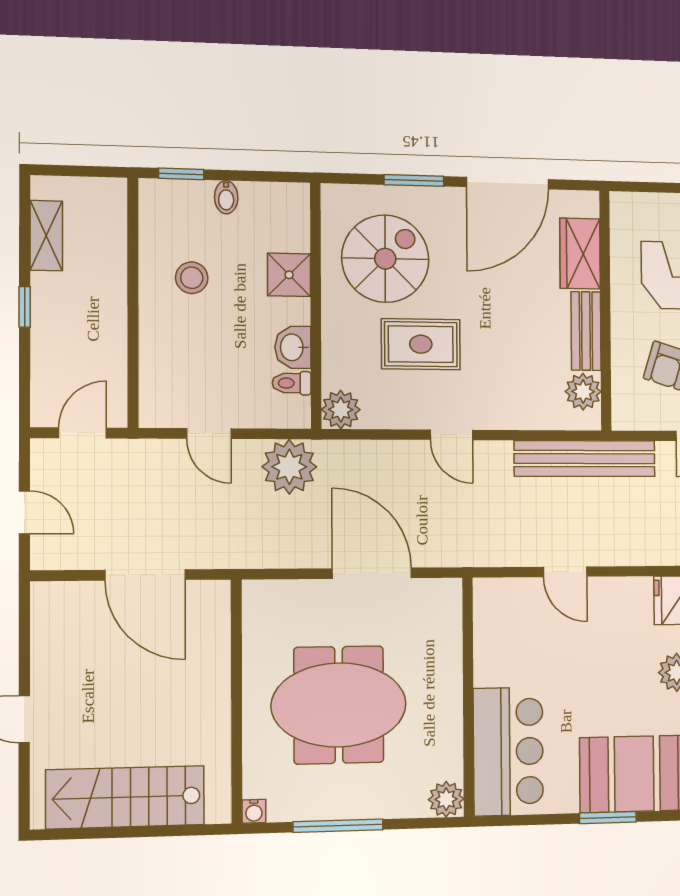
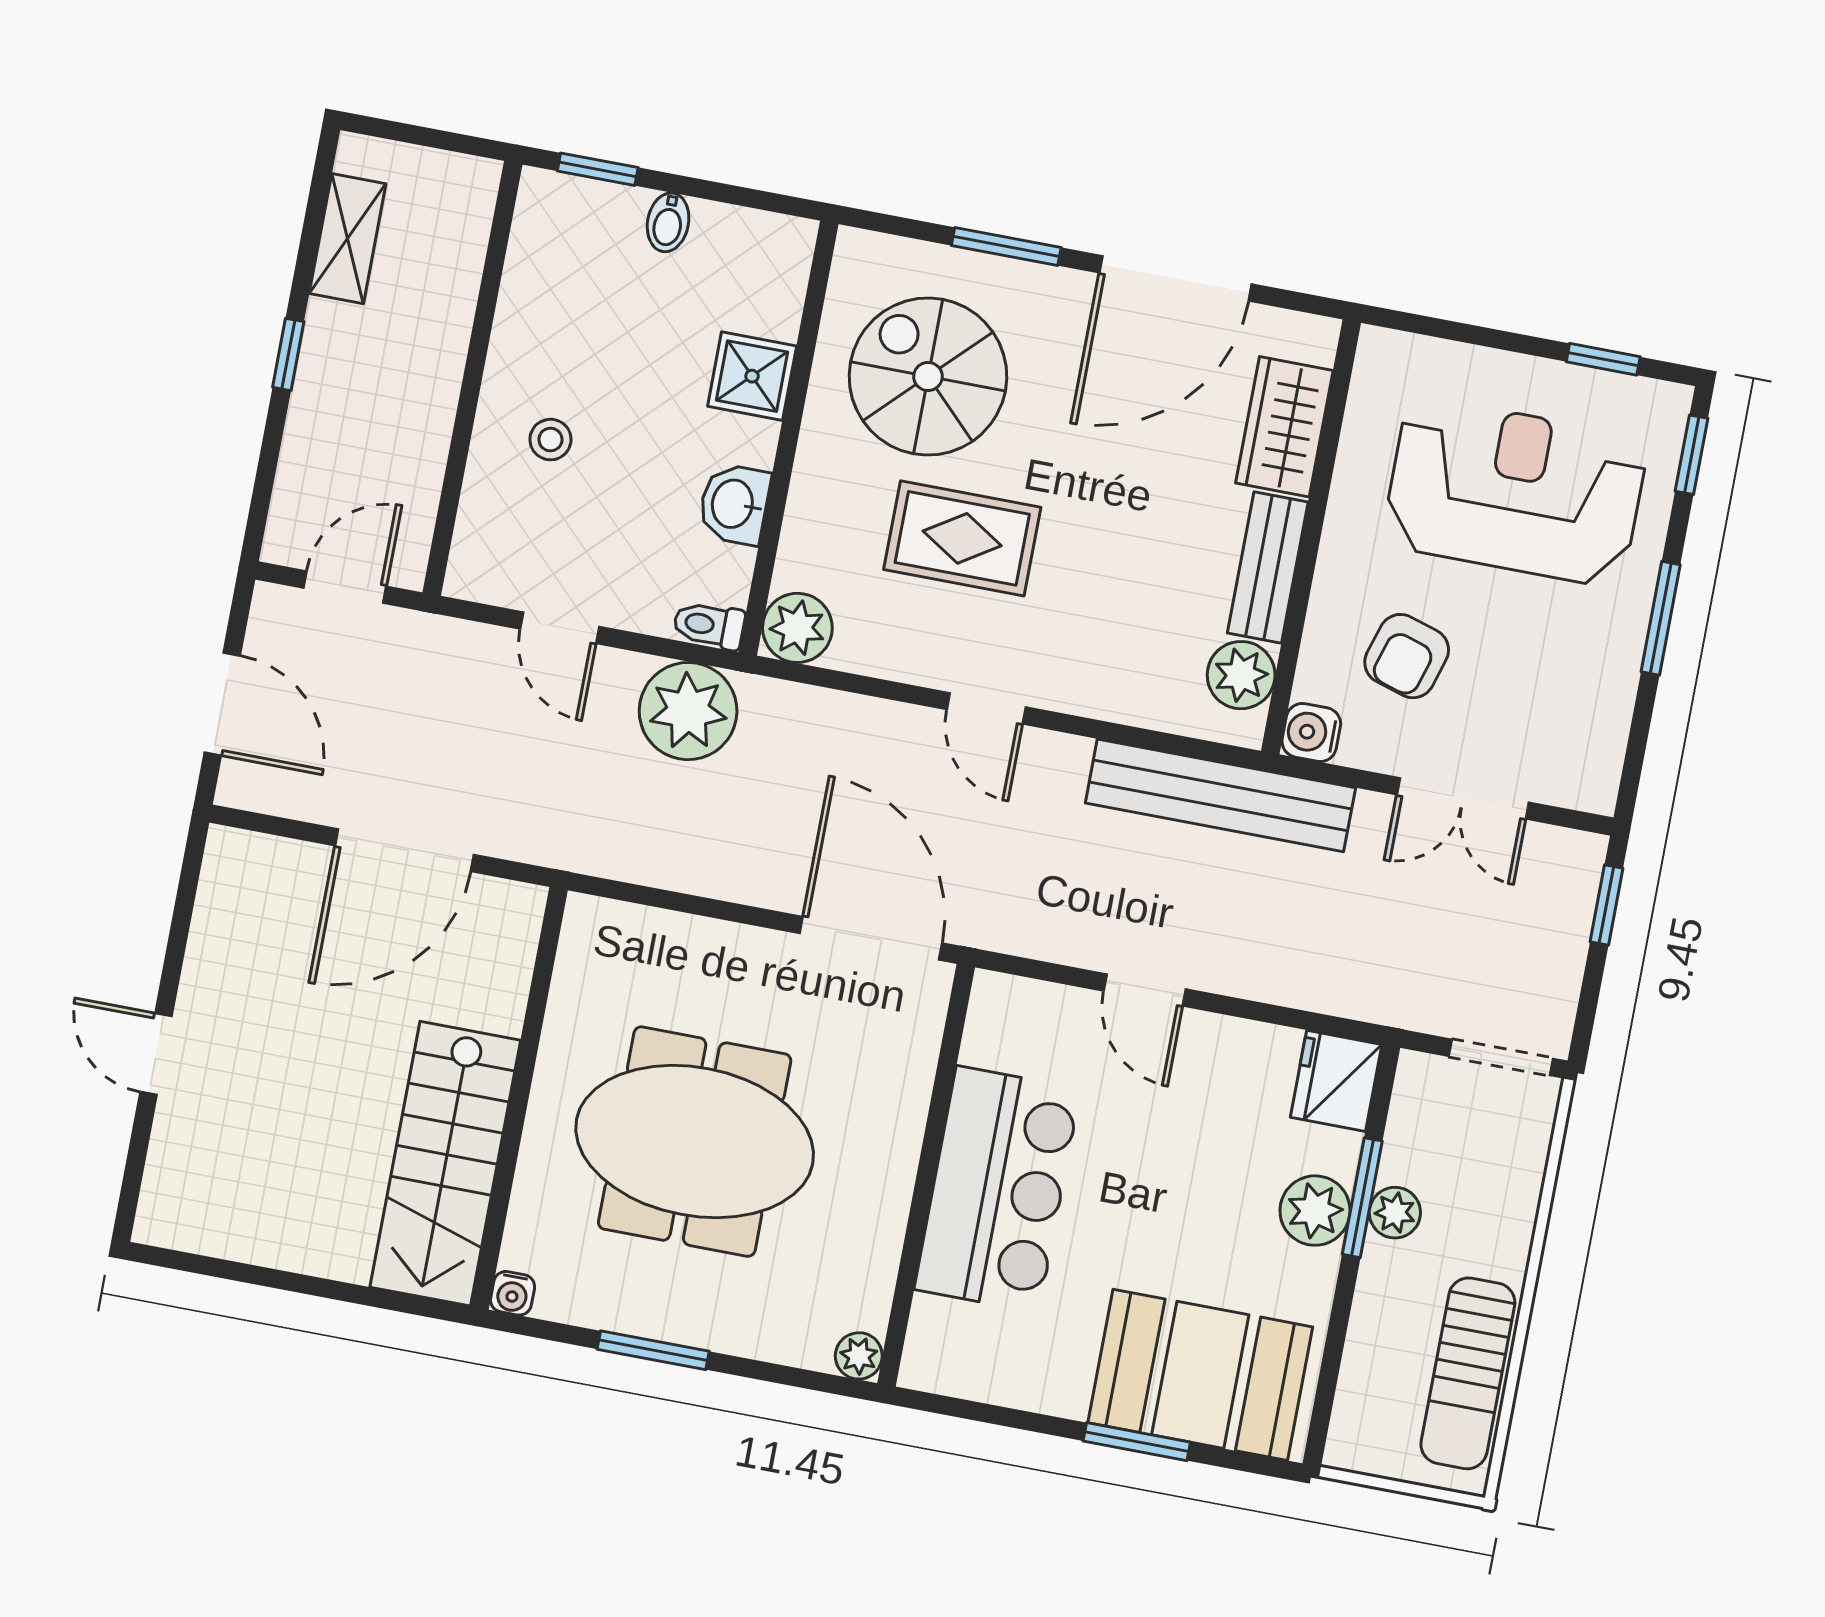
spiral stairs: (385, 259) -> (928, 376), turned -90
stool: (192, 278) -> (550, 440), moved, width x0.73, depth x0.73
toilet: (292, 383) -> (709, 625), moved
water cooler: (626, 416) -> (1311, 733), added
door: (24, 512) -> (222, 704), width x1.38
door: (372, 573) -> (871, 938), moved
door: (145, 575) -> (404, 850), hinge flipped
bar counter: (508, 751) -> (997, 1189), moved
stairs: (125, 797) -> (445, 1164), moved, turned -90
plant: (446, 799) -> (859, 1356), width x0.73, depth x0.73
window: (338, 826) -> (653, 1350), width x0.69

